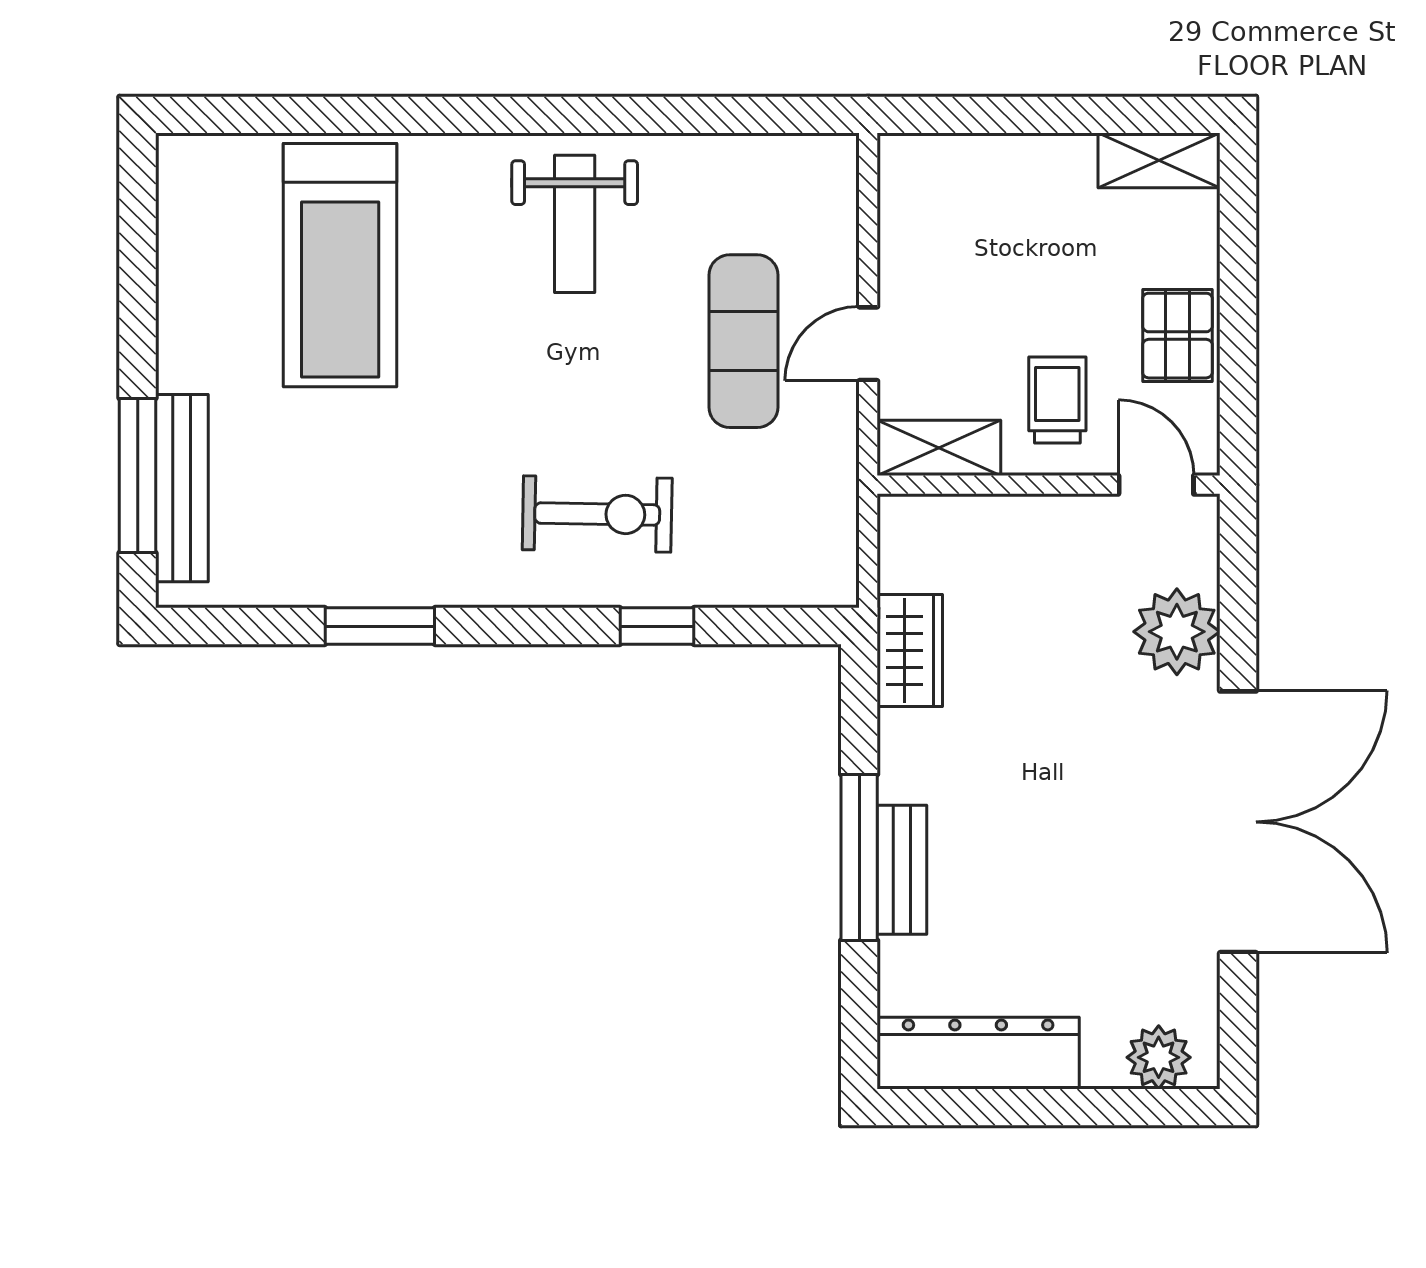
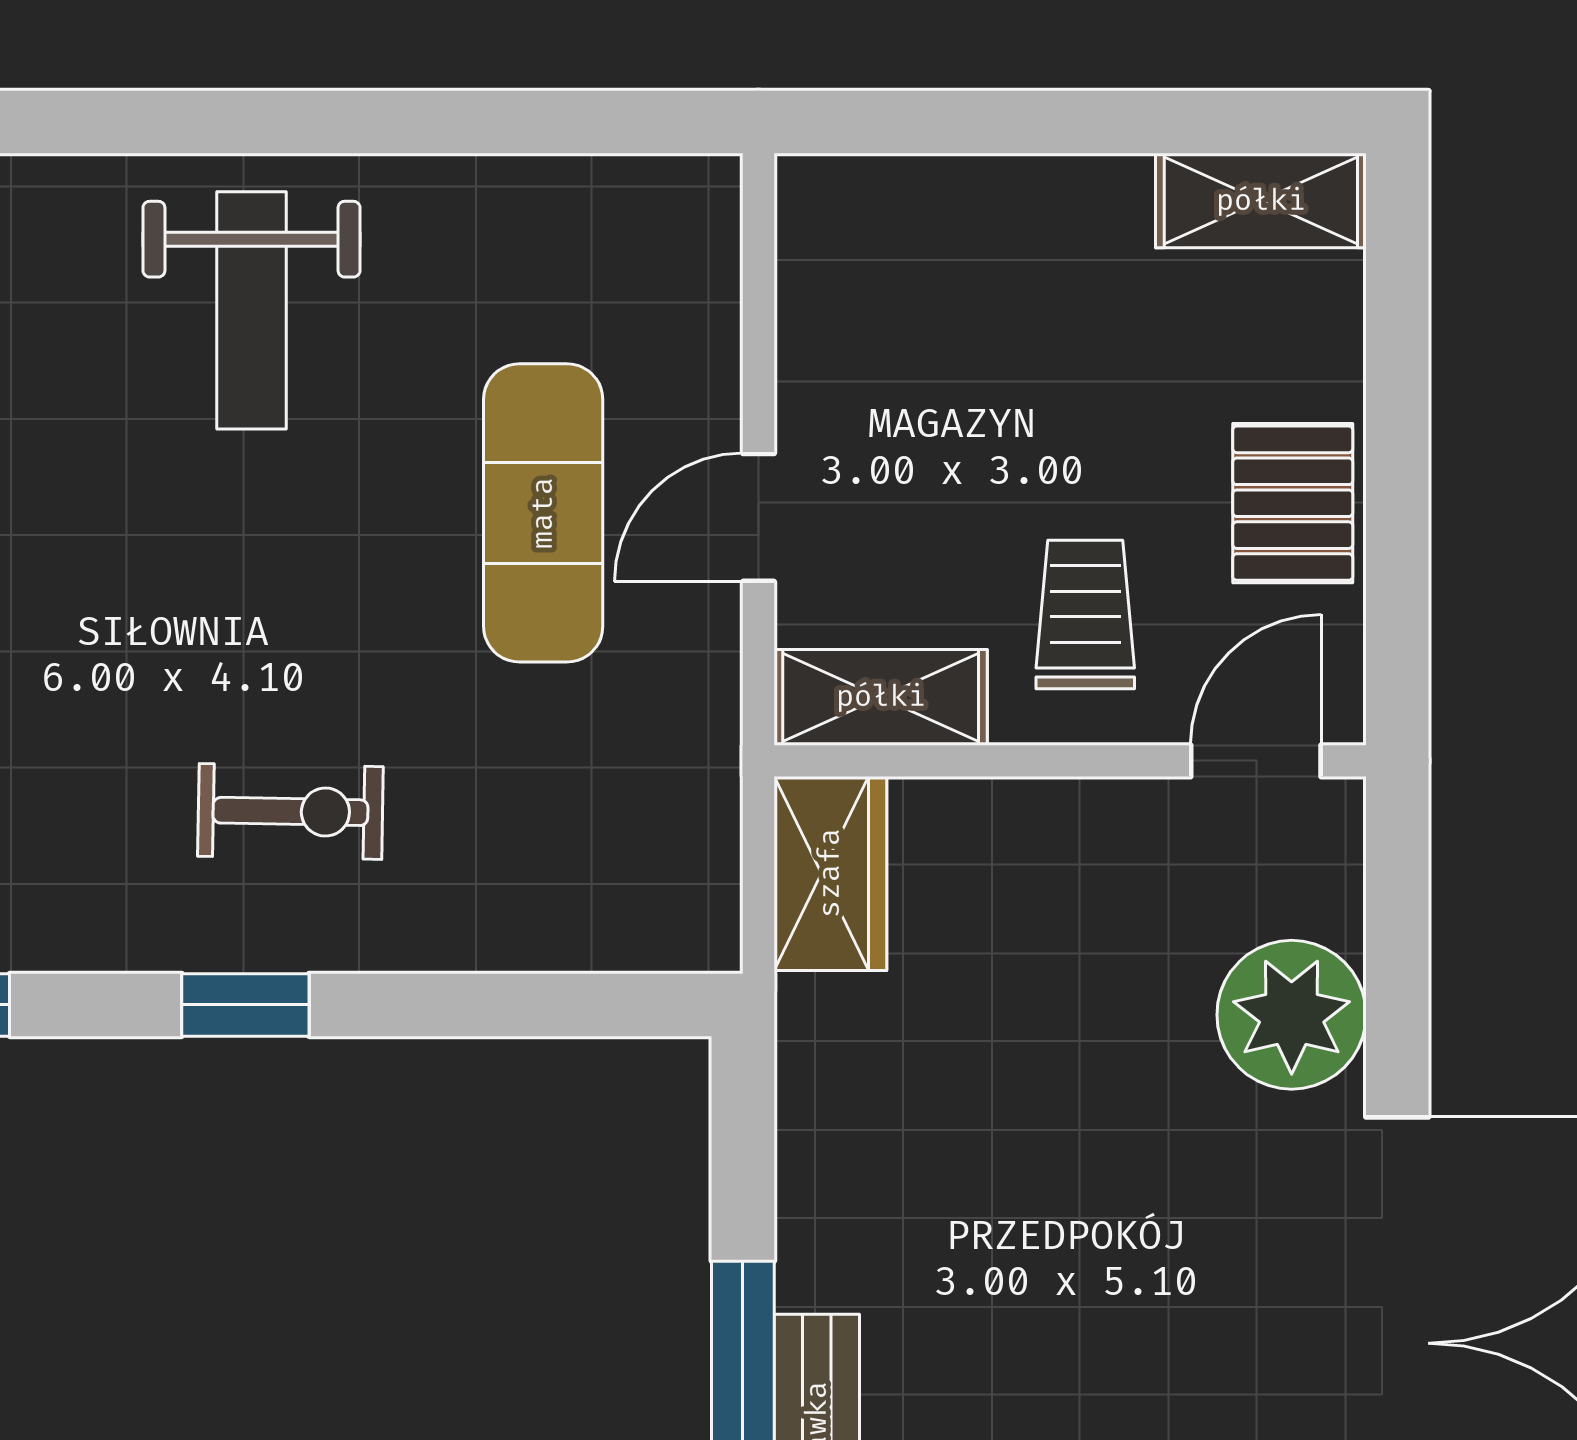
door: (1156, 485) -> (1256, 761), hinge flipped
exercise bike: (597, 514) -> (290, 811), width x0.73, depth x0.72
window: (657, 626) -> (245, 1005), moved
wardrobe: (910, 651) -> (830, 873), moved

